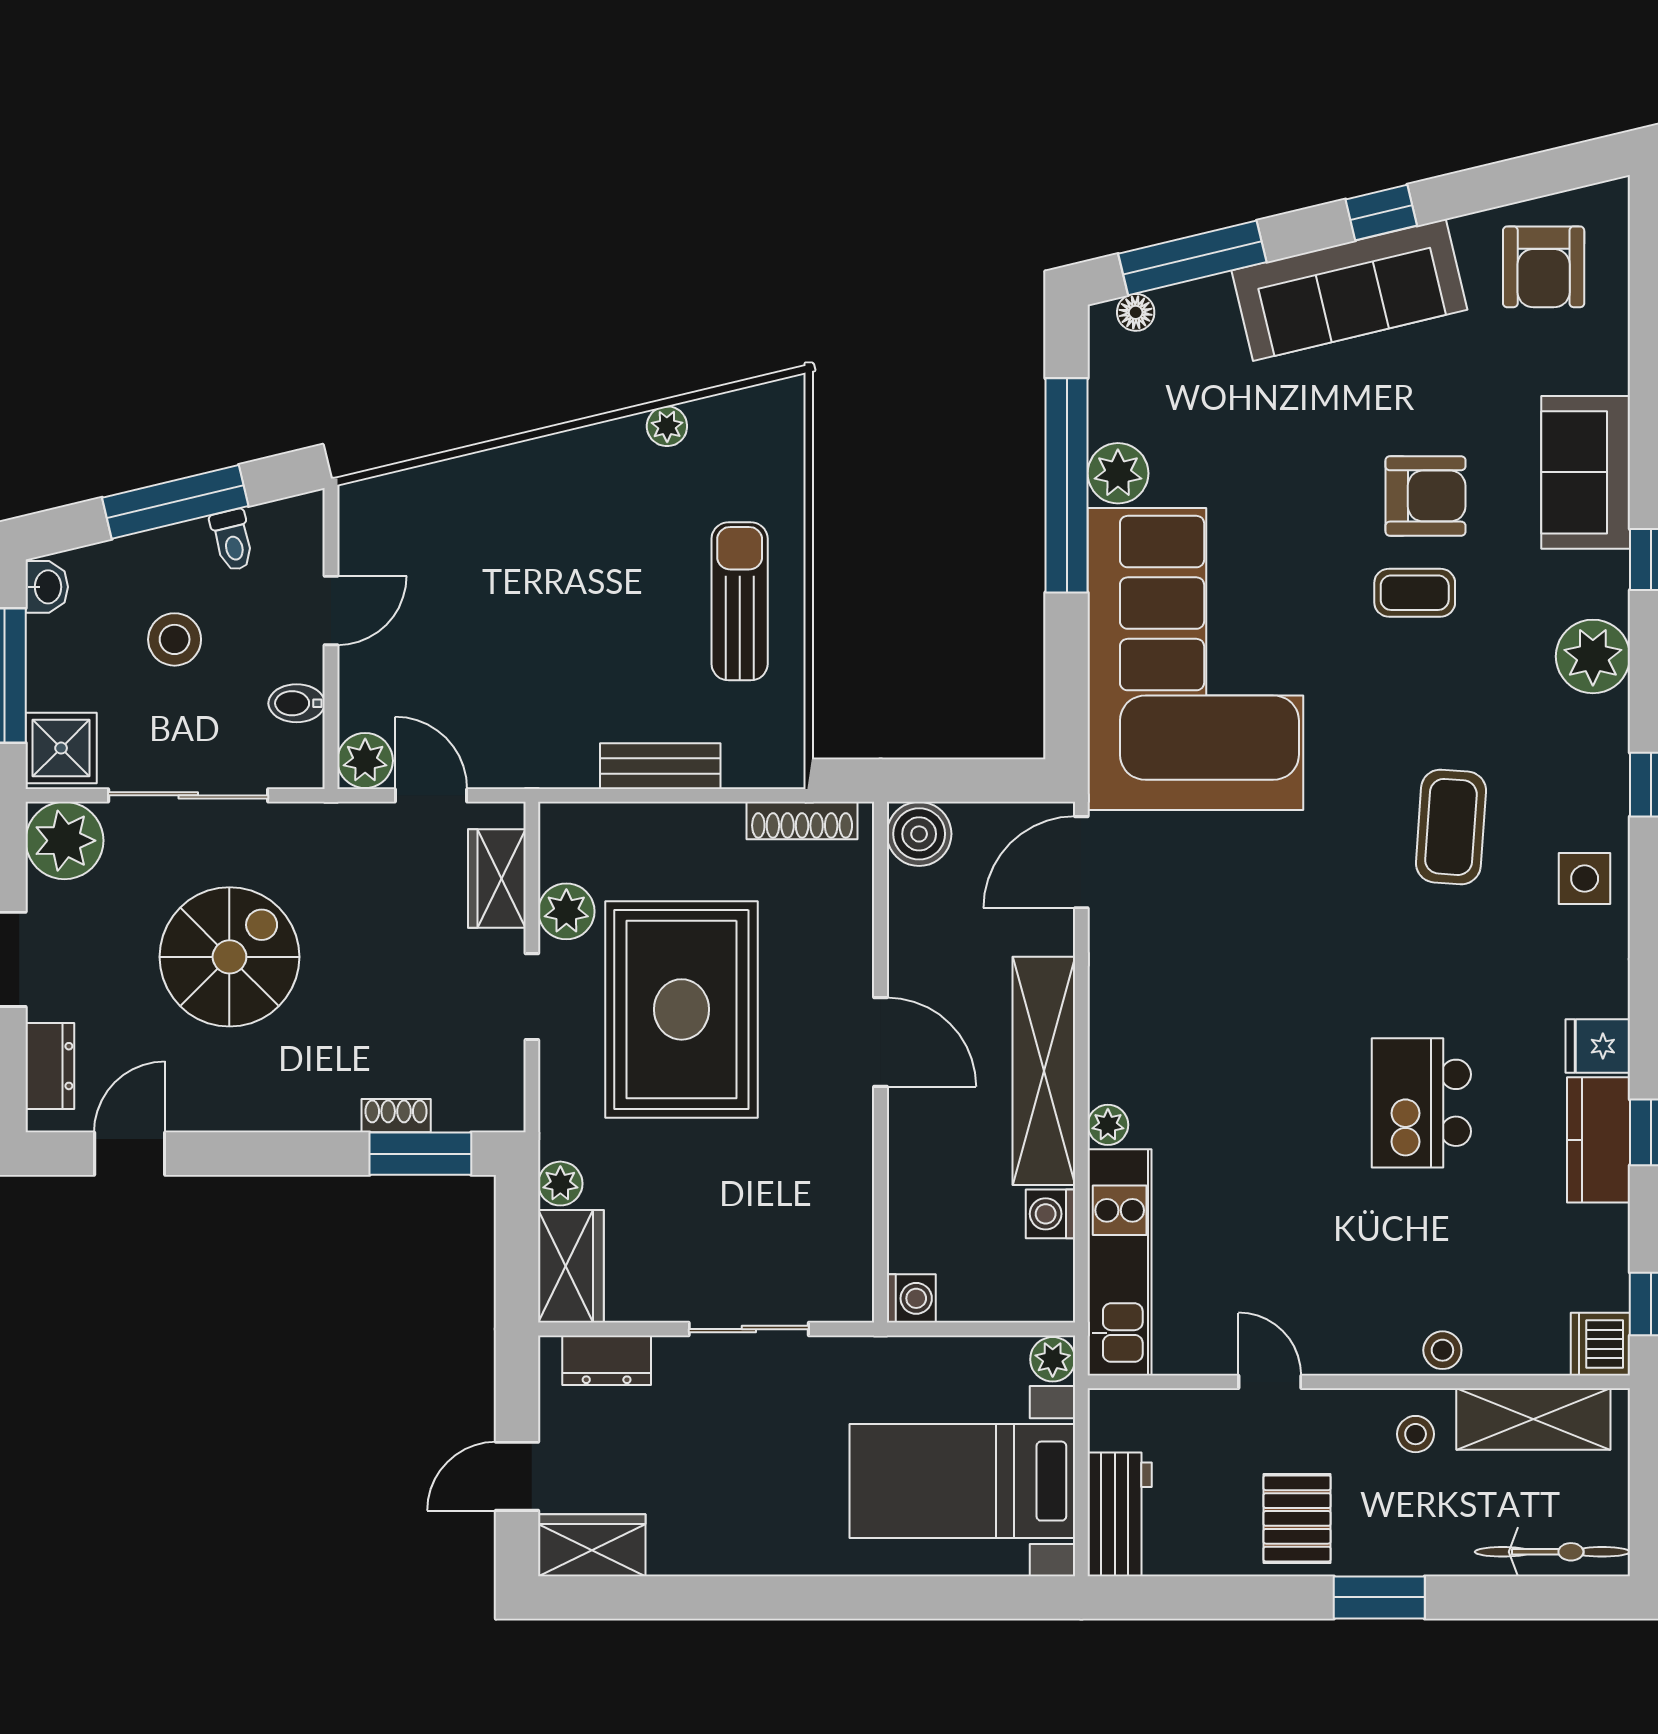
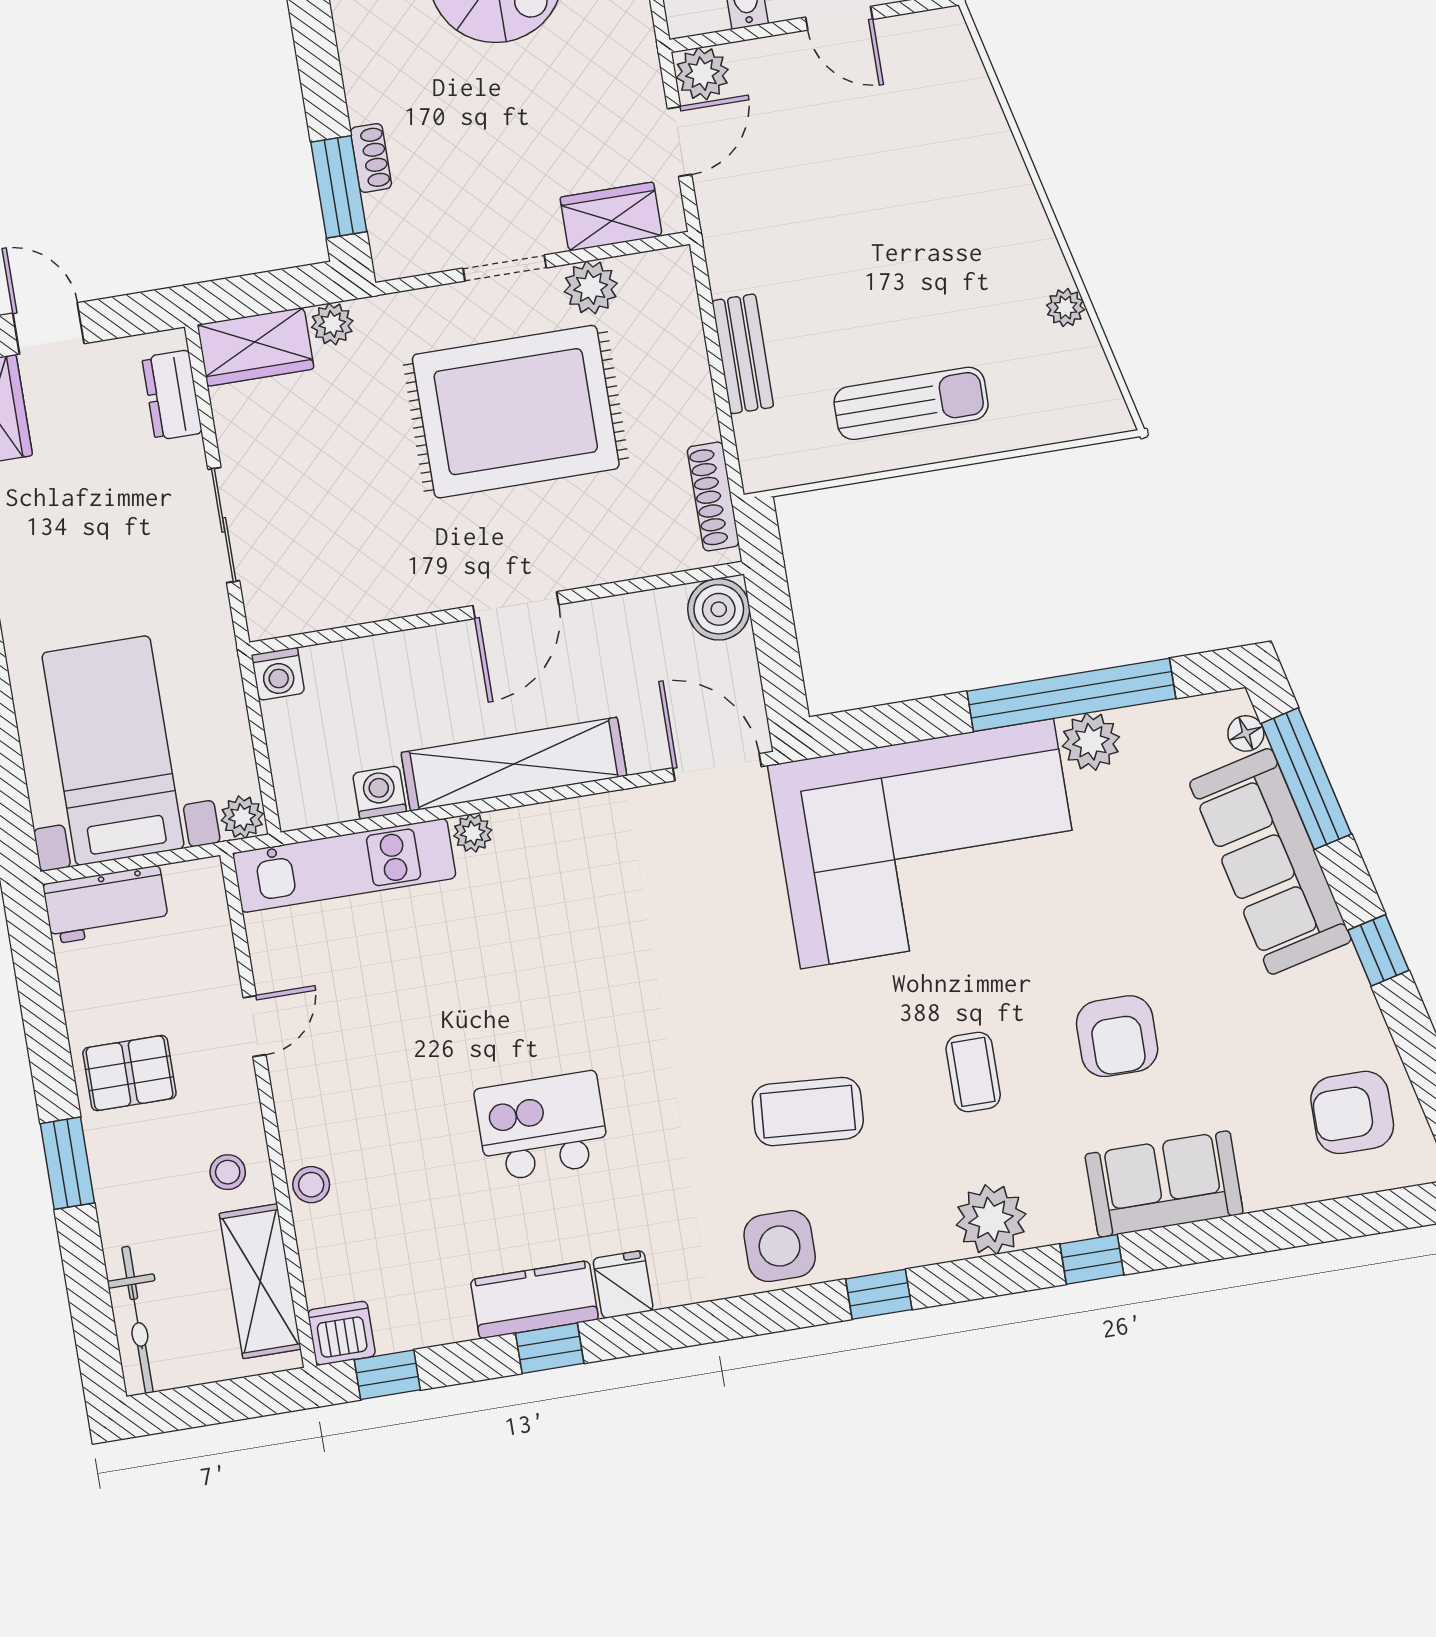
sofa: (1349, 290) -> (1270, 861), moved
coffee table: (1415, 593) -> (973, 1072), moved
side table: (1585, 879) -> (780, 1246), width x1.37, depth x1.37

